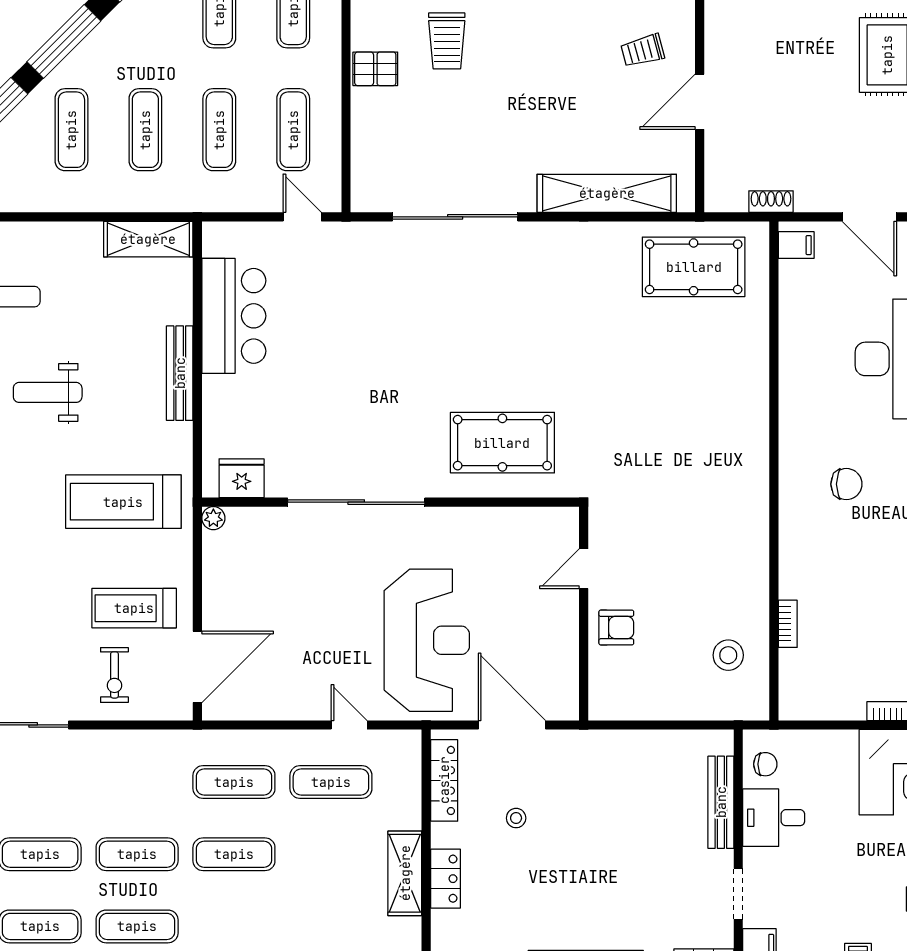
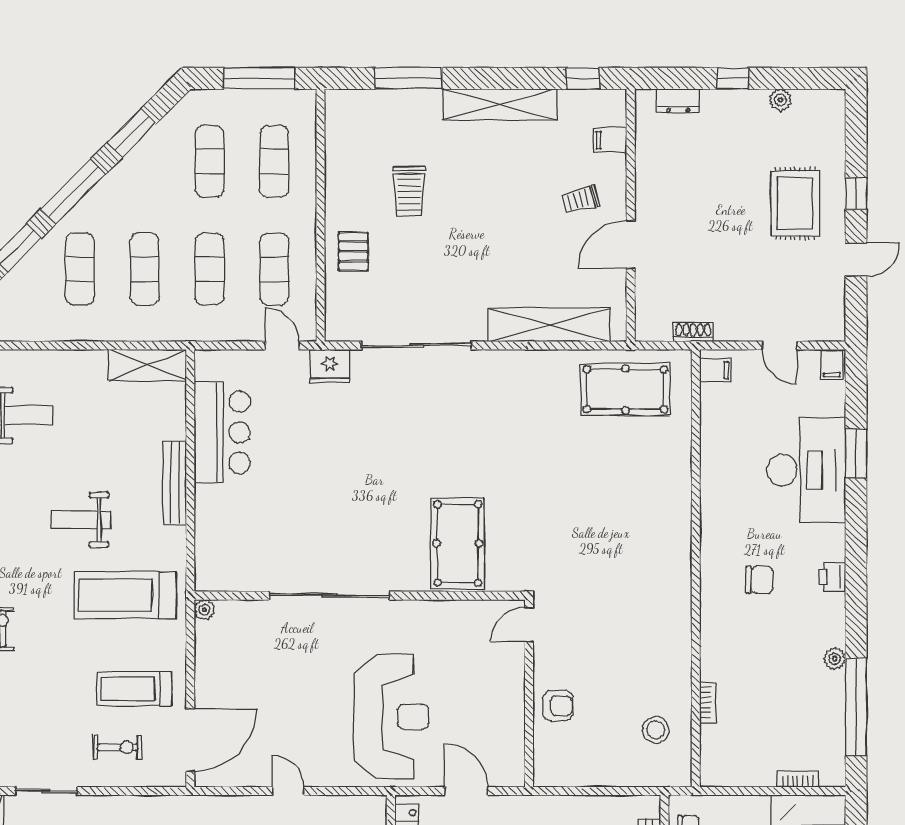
pallet: (375, 69) -> (353, 251), moved, turned 90
door: (869, 217) -> (779, 345), width x0.73
weight bench: (48, 392) -> (81, 520), moved
pool table: (502, 443) -> (458, 543), turned 90
fridge: (242, 478) -> (330, 366), moved, turned 180
door: (584, 569) -> (529, 625), moved
exercise bike: (114, 675) -> (118, 747), turned -90
door: (349, 725) -> (288, 791), moved
door: (512, 725) -> (466, 791), width x0.73

